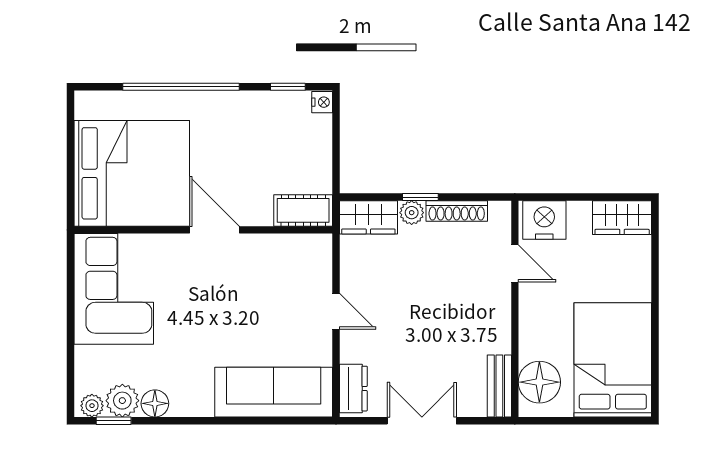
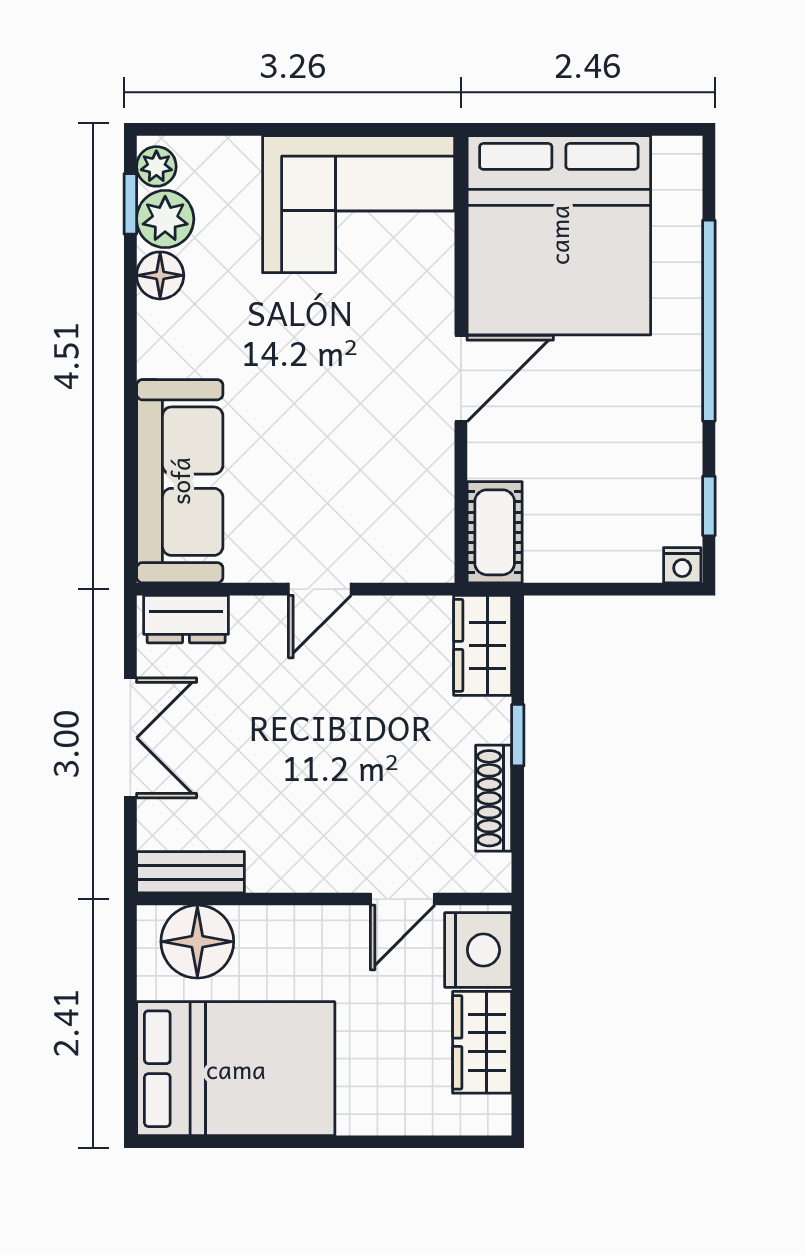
plant: (412, 213) -> (491, 720), removed
wardrobe: (622, 218) -> (482, 1042), moved

